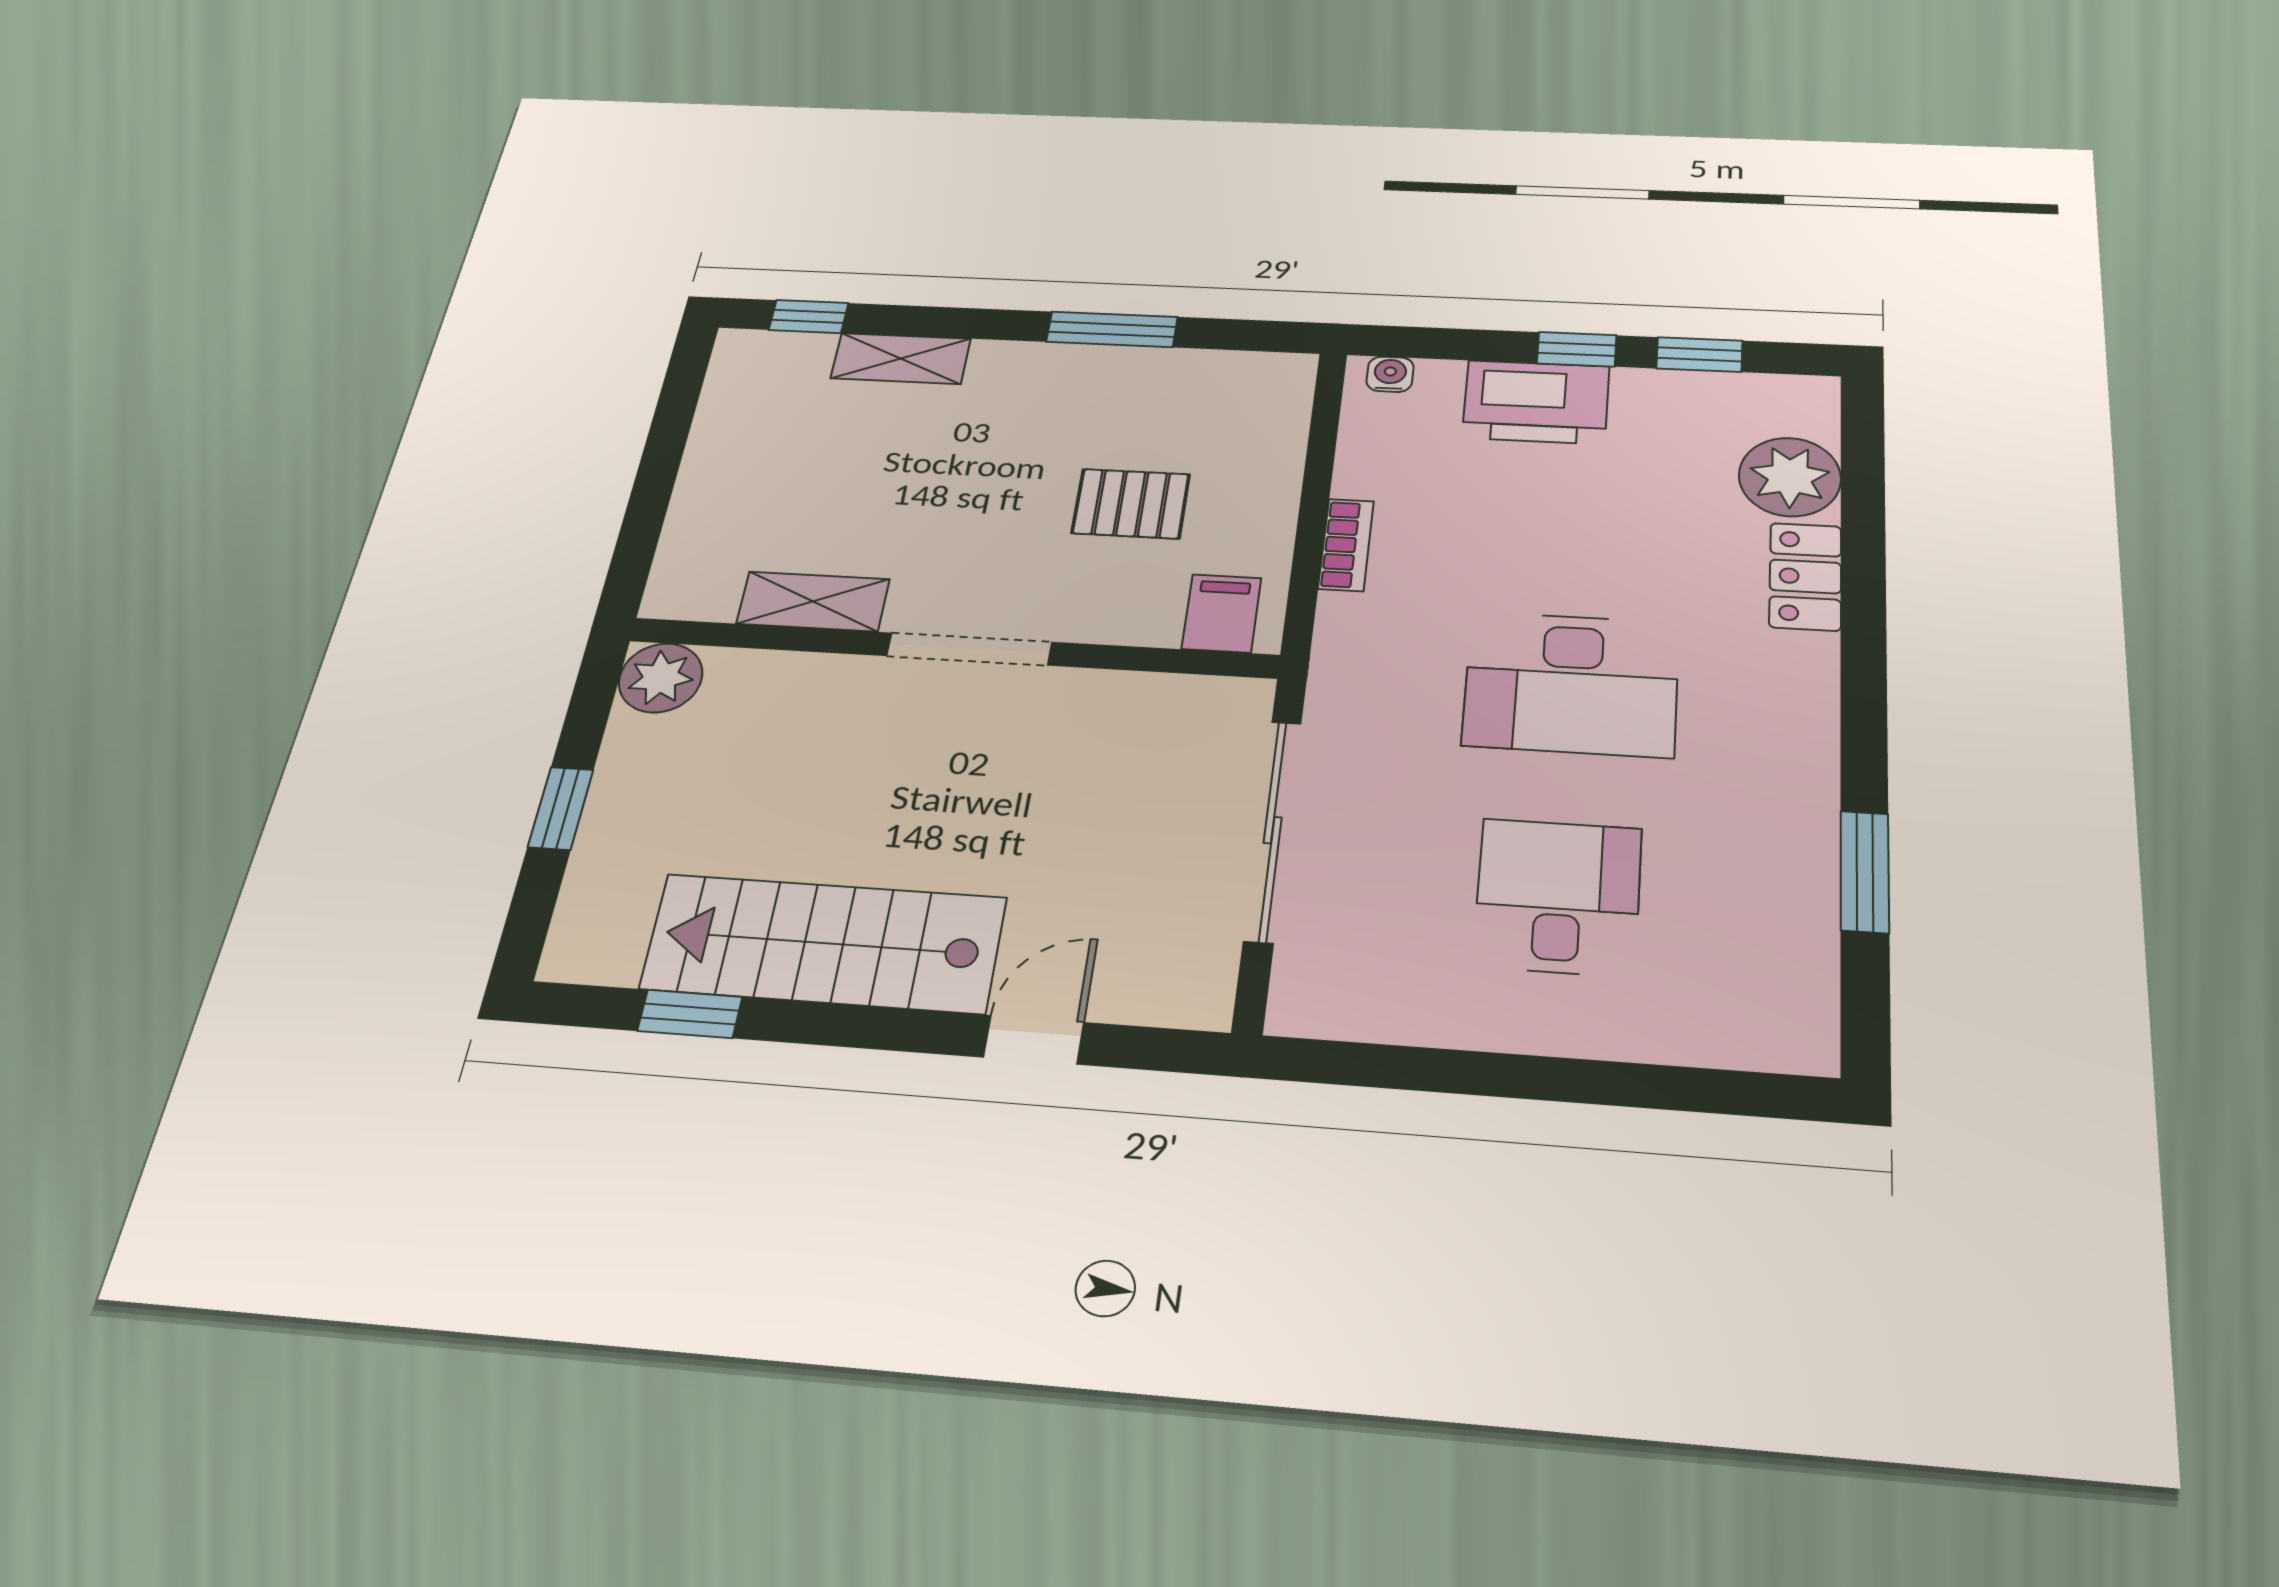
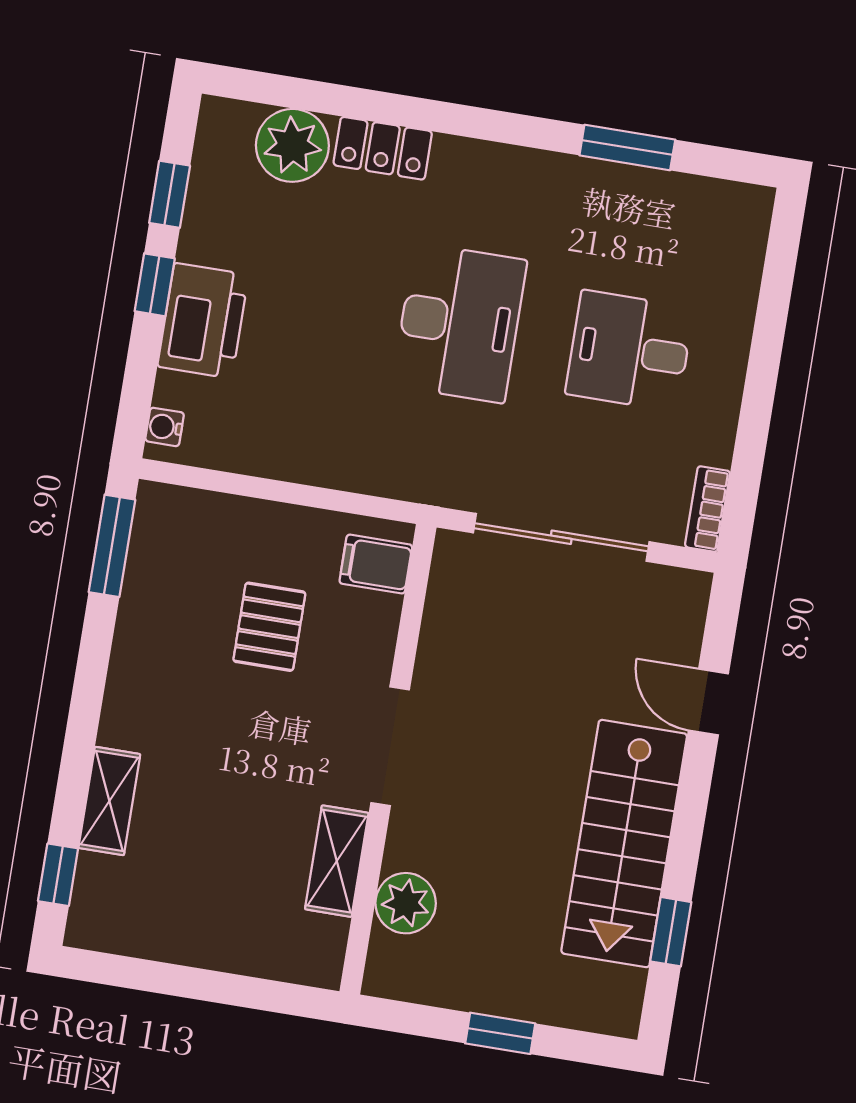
window: (1112, 329) -> (112, 546), moved
bookcase: (1346, 545) -> (708, 509), moved, turned -90
plant: (661, 678) -> (406, 903), moved

